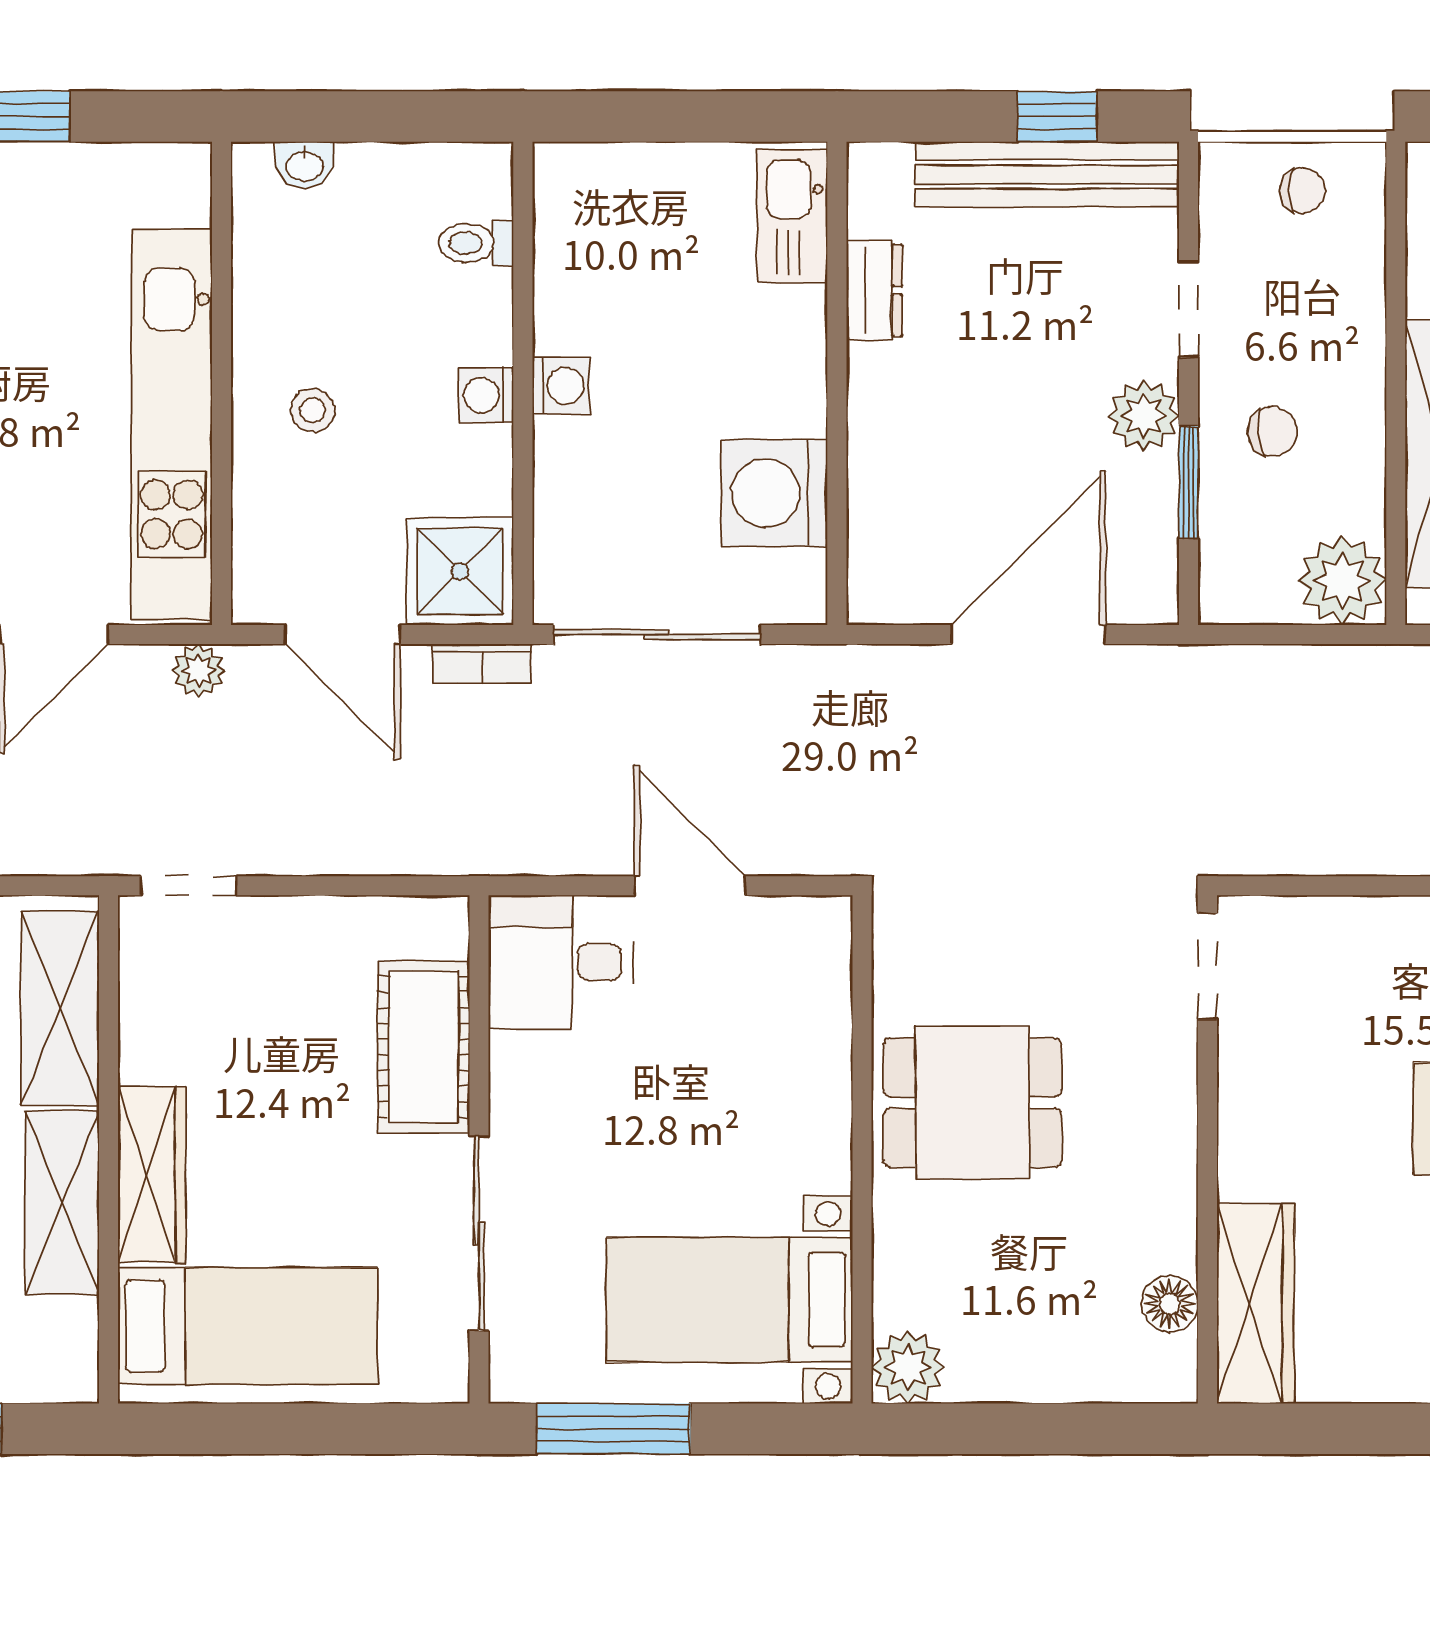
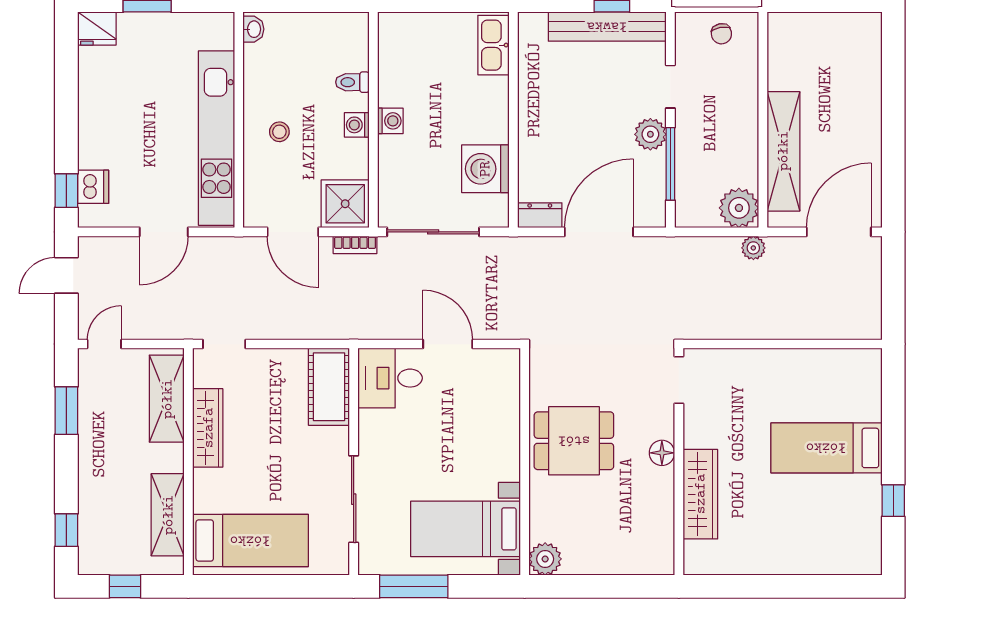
washbasin: (305, 165) -> (253, 29), moved, turned -90
chair: (1303, 191) -> (721, 34), turned 79
toilet: (476, 243) -> (352, 82), moved
dresser: (874, 290) -> (540, 215), moved, turned -90
chair: (1272, 431) -> (708, 141), removed
window: (1189, 482) -> (670, 164), width x1.44
plant: (199, 670) -> (753, 248), moved
cot: (424, 1047) -> (329, 387), moved
wardrobe: (152, 1175) -> (208, 428), moved
shelving: (62, 1203) -> (168, 515), moved
wardrobe: (1256, 1303) -> (700, 494), moved
floor lamp: (1170, 1304) -> (662, 453), moved

